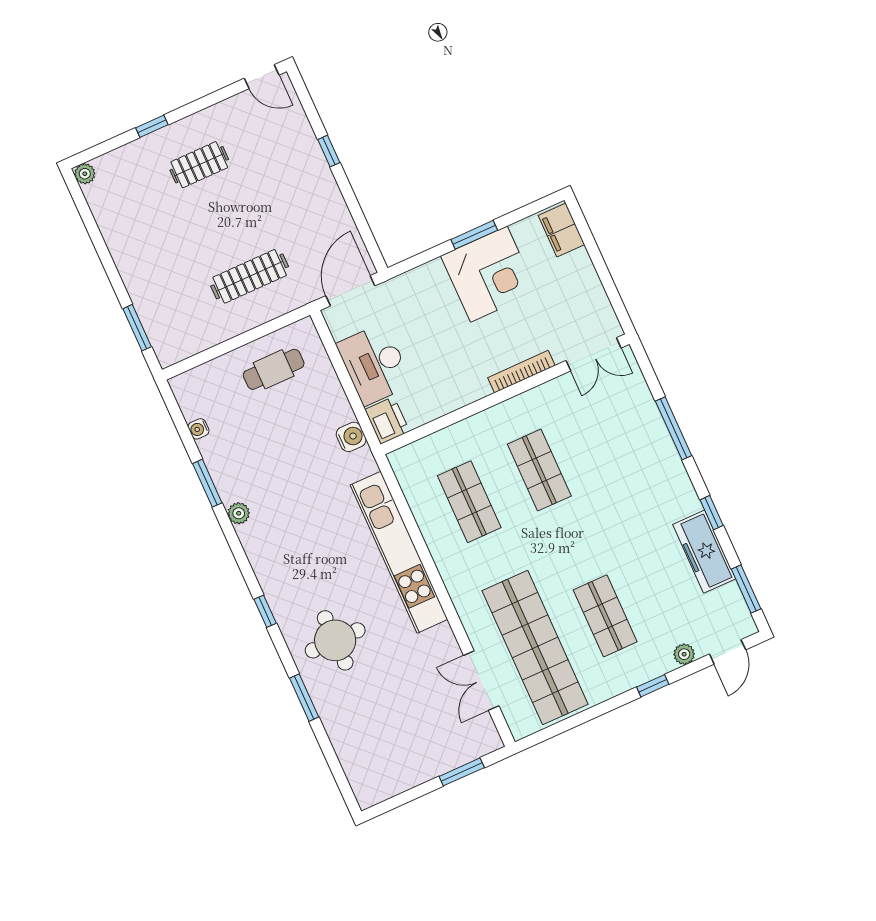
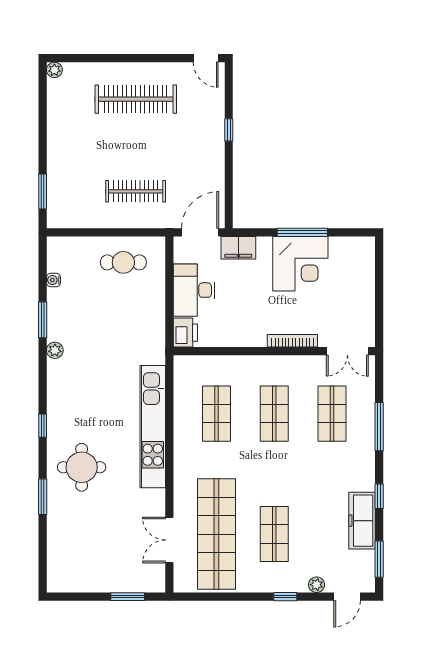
window: (152, 126) -> (115, 58), removed
clothes rail: (199, 165) -> (136, 99), width x1.86, depth x1.31
filing cabinet: (561, 230) -> (238, 248), moved, turned -90
window: (474, 235) -> (302, 232), width x1.44
water cooler: (351, 437) -> (156, 333), removed
shop shelf: (609, 438) -> (332, 414), added

